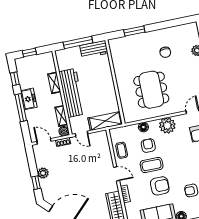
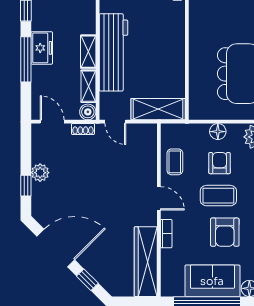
shelving: (54, 83) -> (88, 52), moved
armchair: (160, 186) -> (225, 232), turned 90

